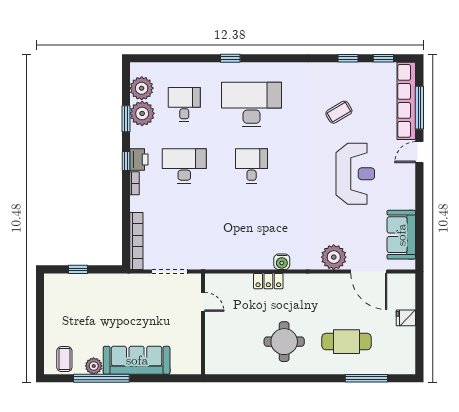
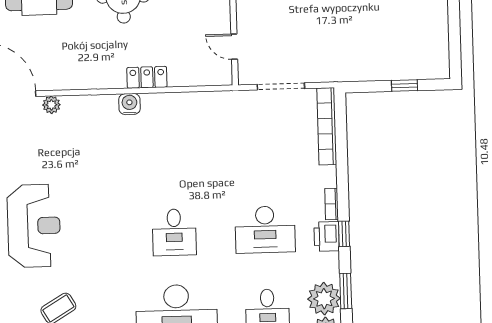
reception desk: (355, 174) -> (34, 226), turned 180
plant: (334, 257) -> (51, 105), width x0.53, depth x0.53

